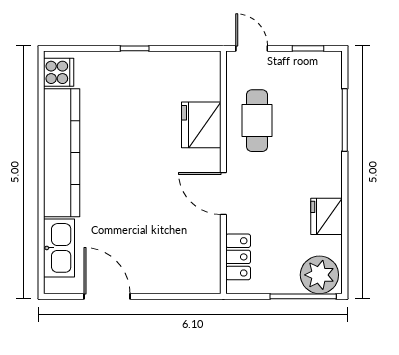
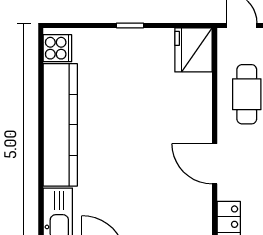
fridge: (201, 125) -> (194, 50), moved

